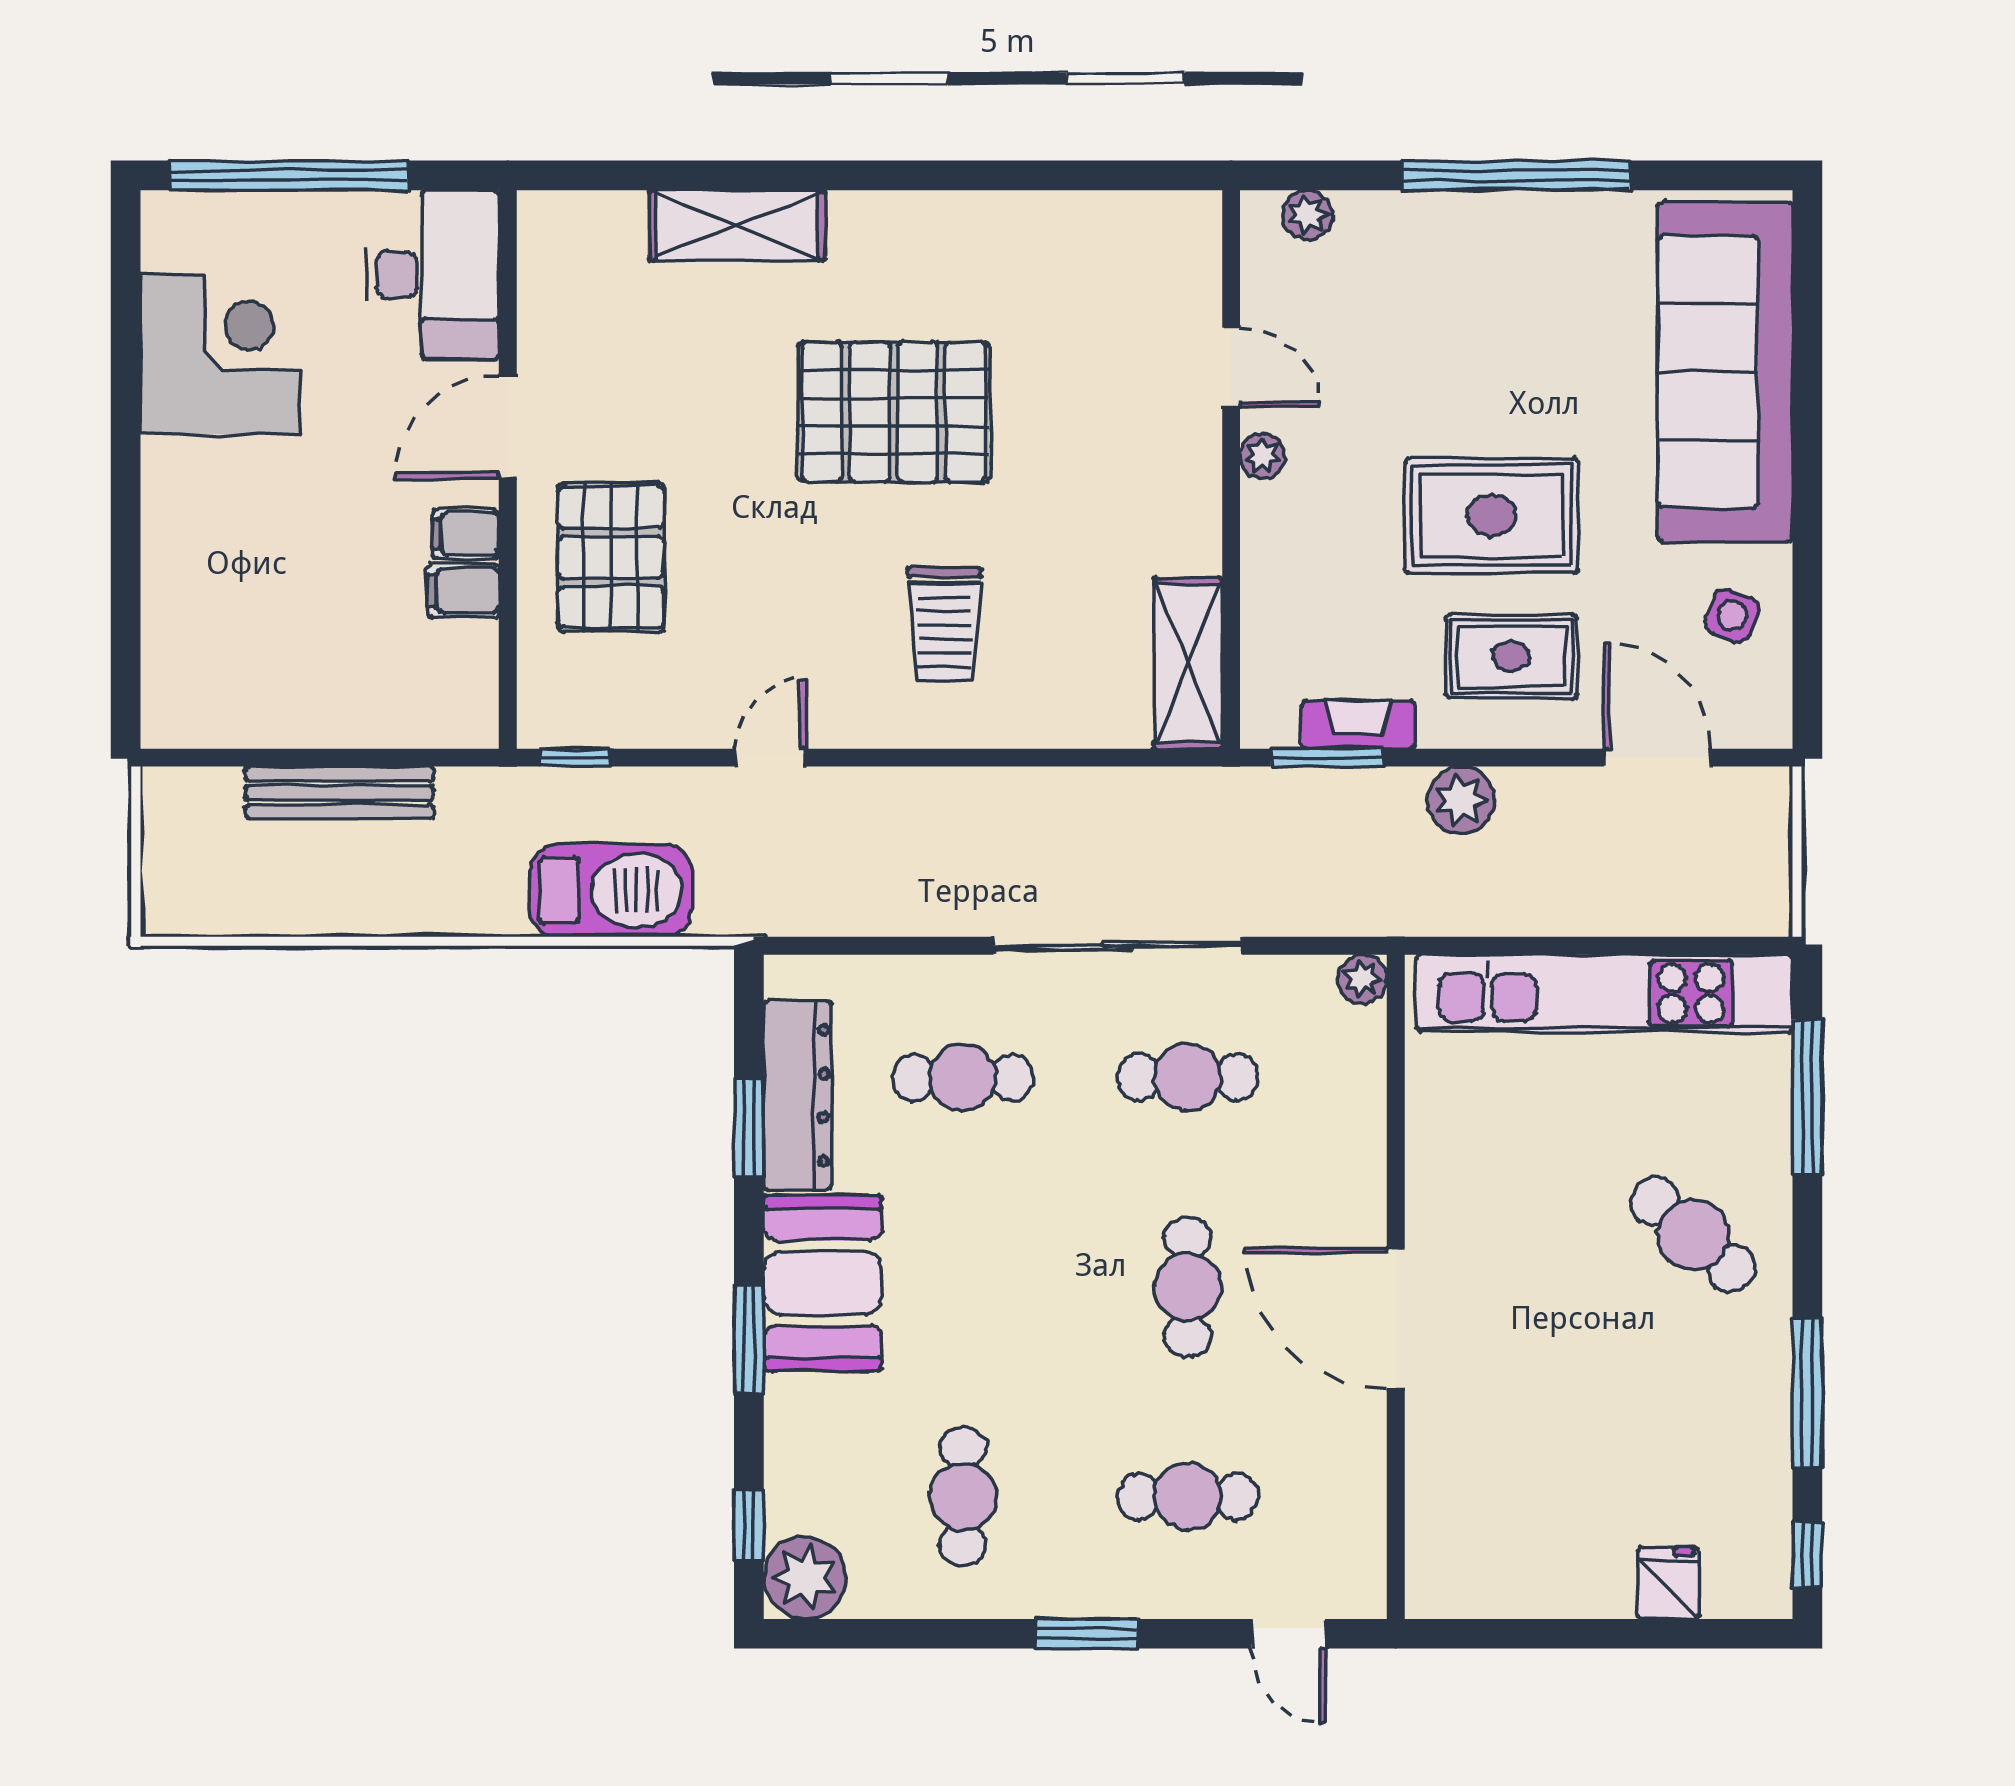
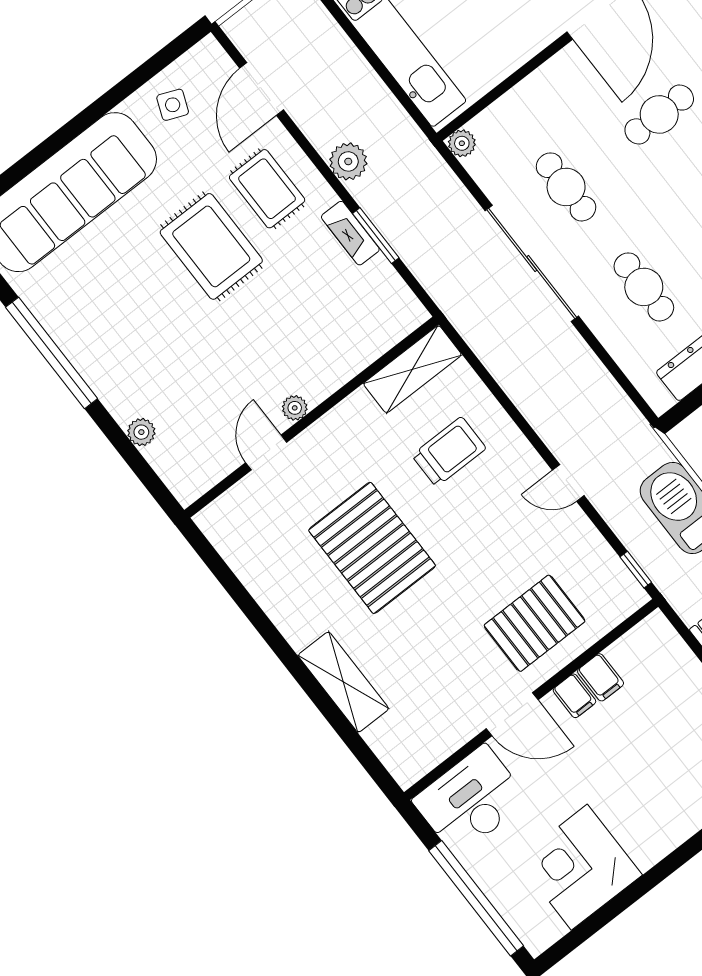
door: (1231, 368) -> (266, 452), moved
plant: (1262, 456) -> (295, 408), moved
wall: (1231, 469) -> (311, 417), moved
shelving: (1188, 663) -> (412, 369), moved

